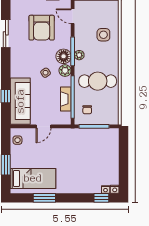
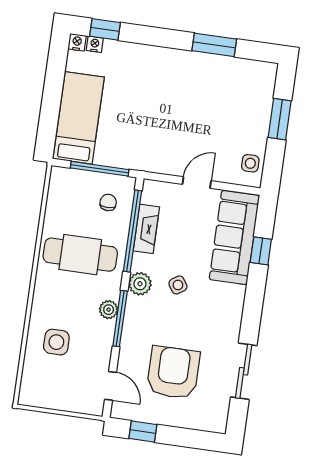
floor lamp: (64, 56) -> (139, 312), removed
bed: (33, 178) -> (79, 118), moved, turned 90

